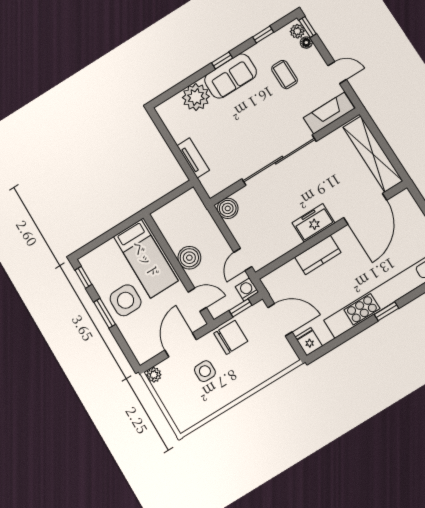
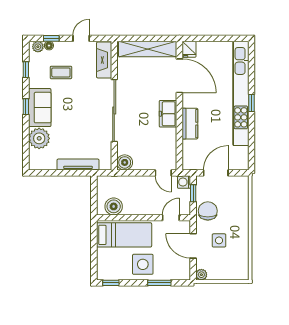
window: (308, 27) -> (51, 38), moved
tv unit: (193, 158) -> (78, 165), width x1.41
boiler: (189, 258) -> (114, 206), moved
window: (105, 313) -> (159, 283), moved
fridge: (309, 342) -> (189, 49), moved, turned -90

